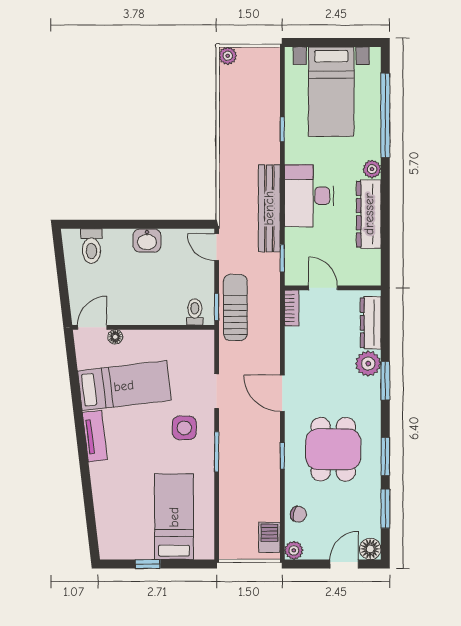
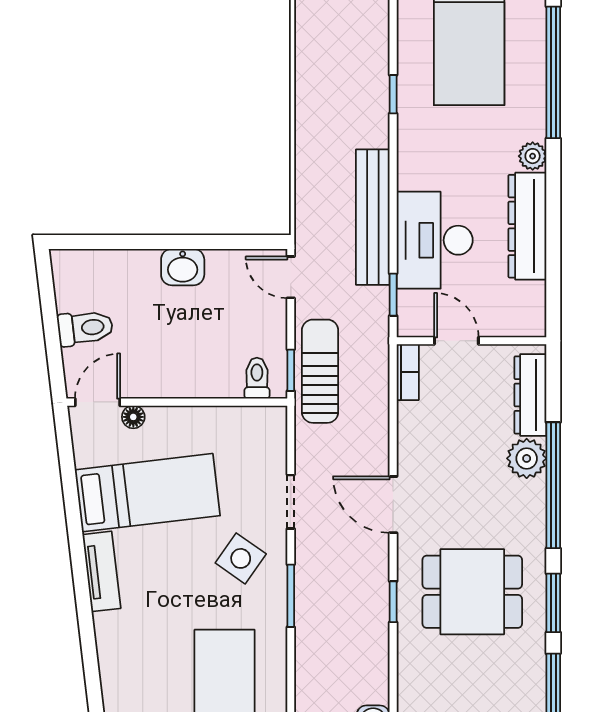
desk: (309, 196) -> (435, 240), moved
toilet: (91, 246) -> (85, 328), moved, turned -97
window: (385, 381) -> (553, 485), width x2.11
side table: (184, 428) -> (241, 558), turned 35
dining table: (333, 449) -> (472, 592), turned 90
chair: (298, 514) -> (418, 693), removed

